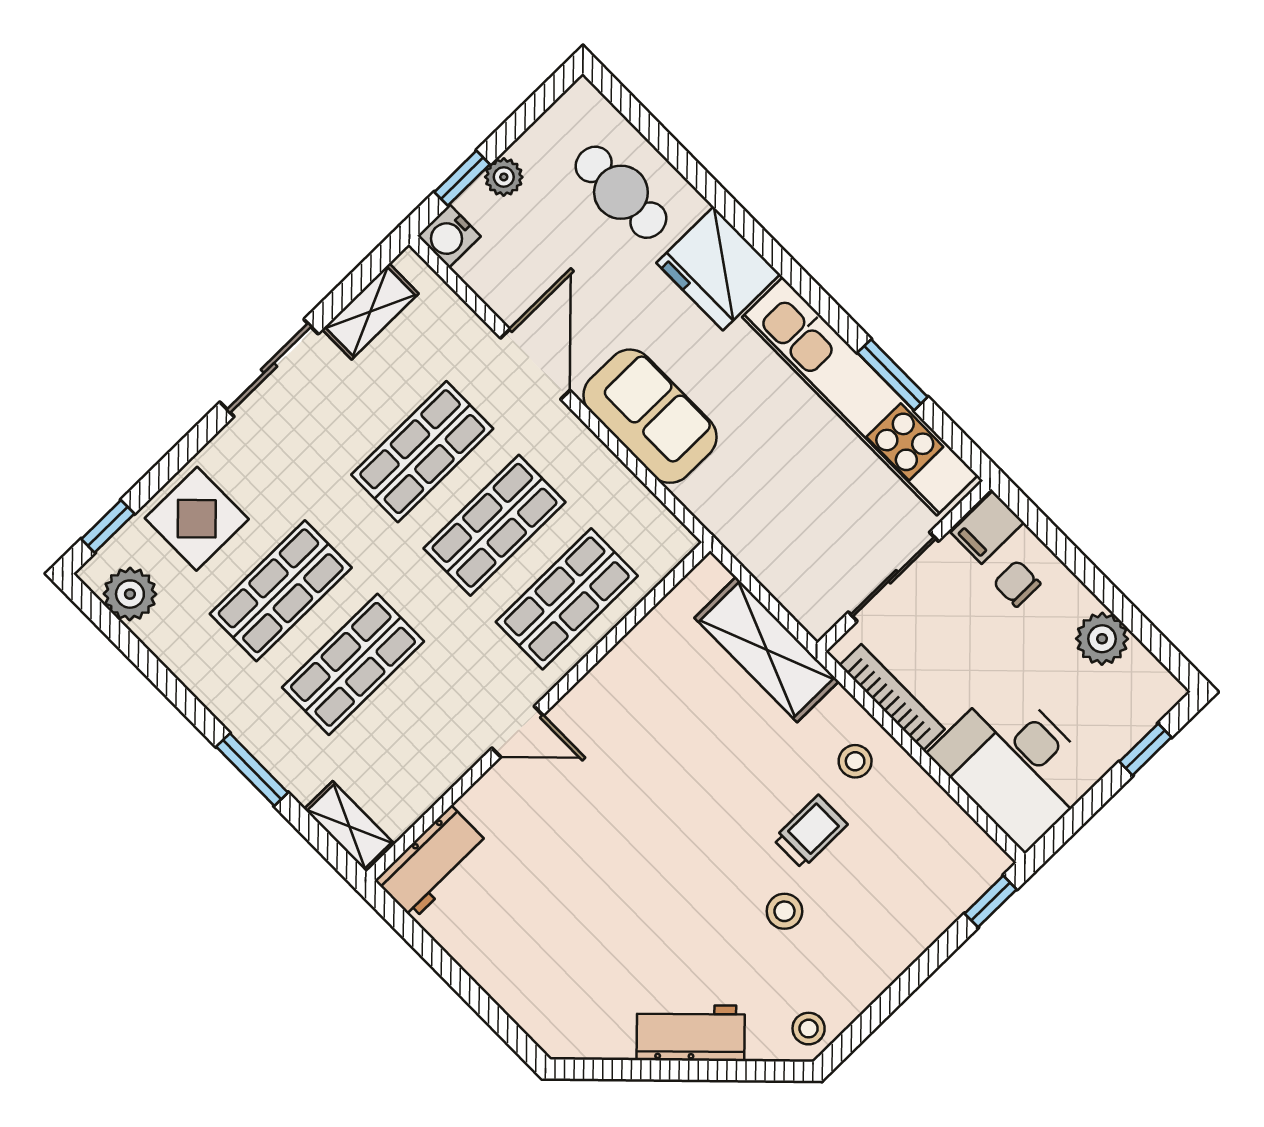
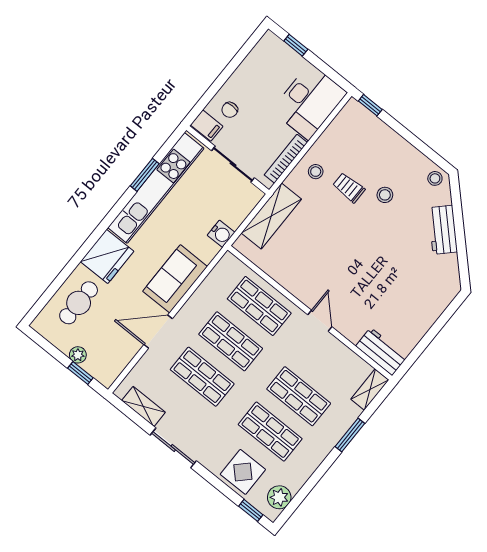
water cooler: (449, 236) -> (221, 234), moved
plant: (1102, 639) -> (250, 70), removed

